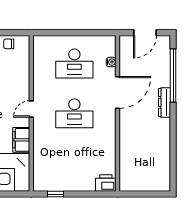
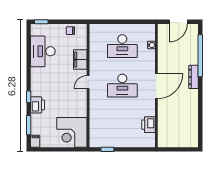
door: (118, 92) -> (156, 86), moved
filing cabinet: (21, 140) -> (80, 59), moved
printer: (106, 183) -> (149, 125), moved, turned -90

